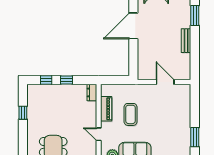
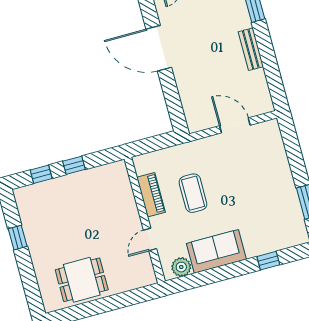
door: (133, 26) -> (159, 48), hinge flipped
dresser: (92, 92) -> (121, 175), removed
door: (99, 134) -> (150, 239), hinge flipped

